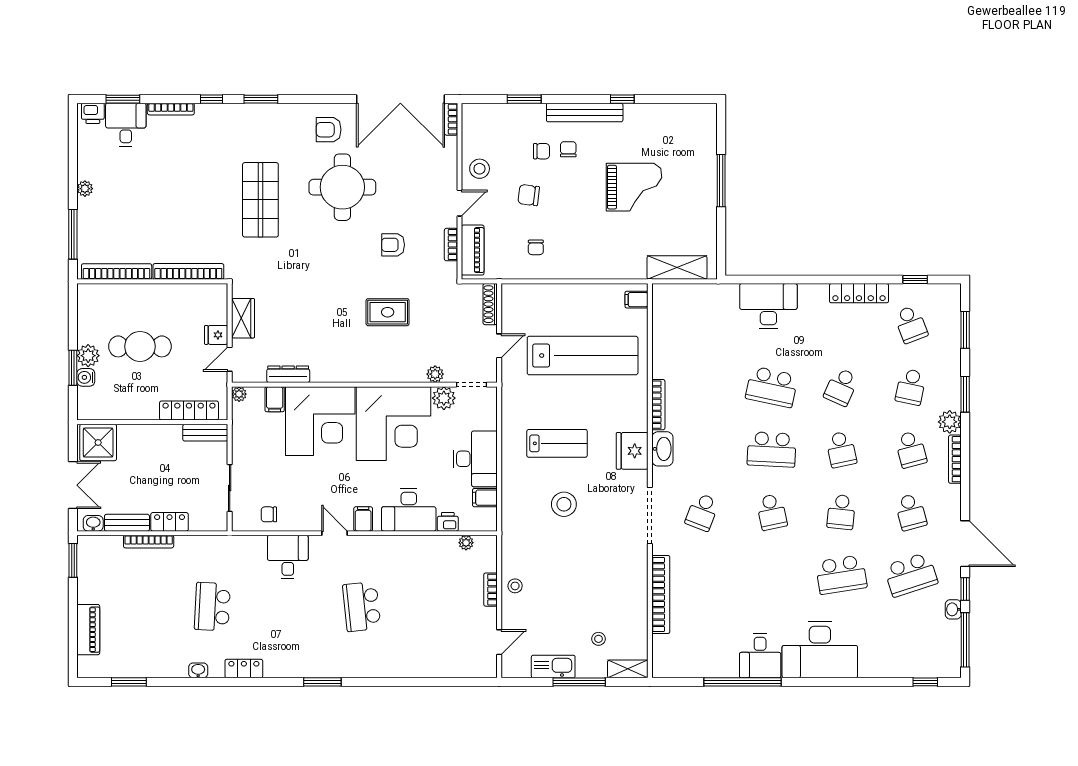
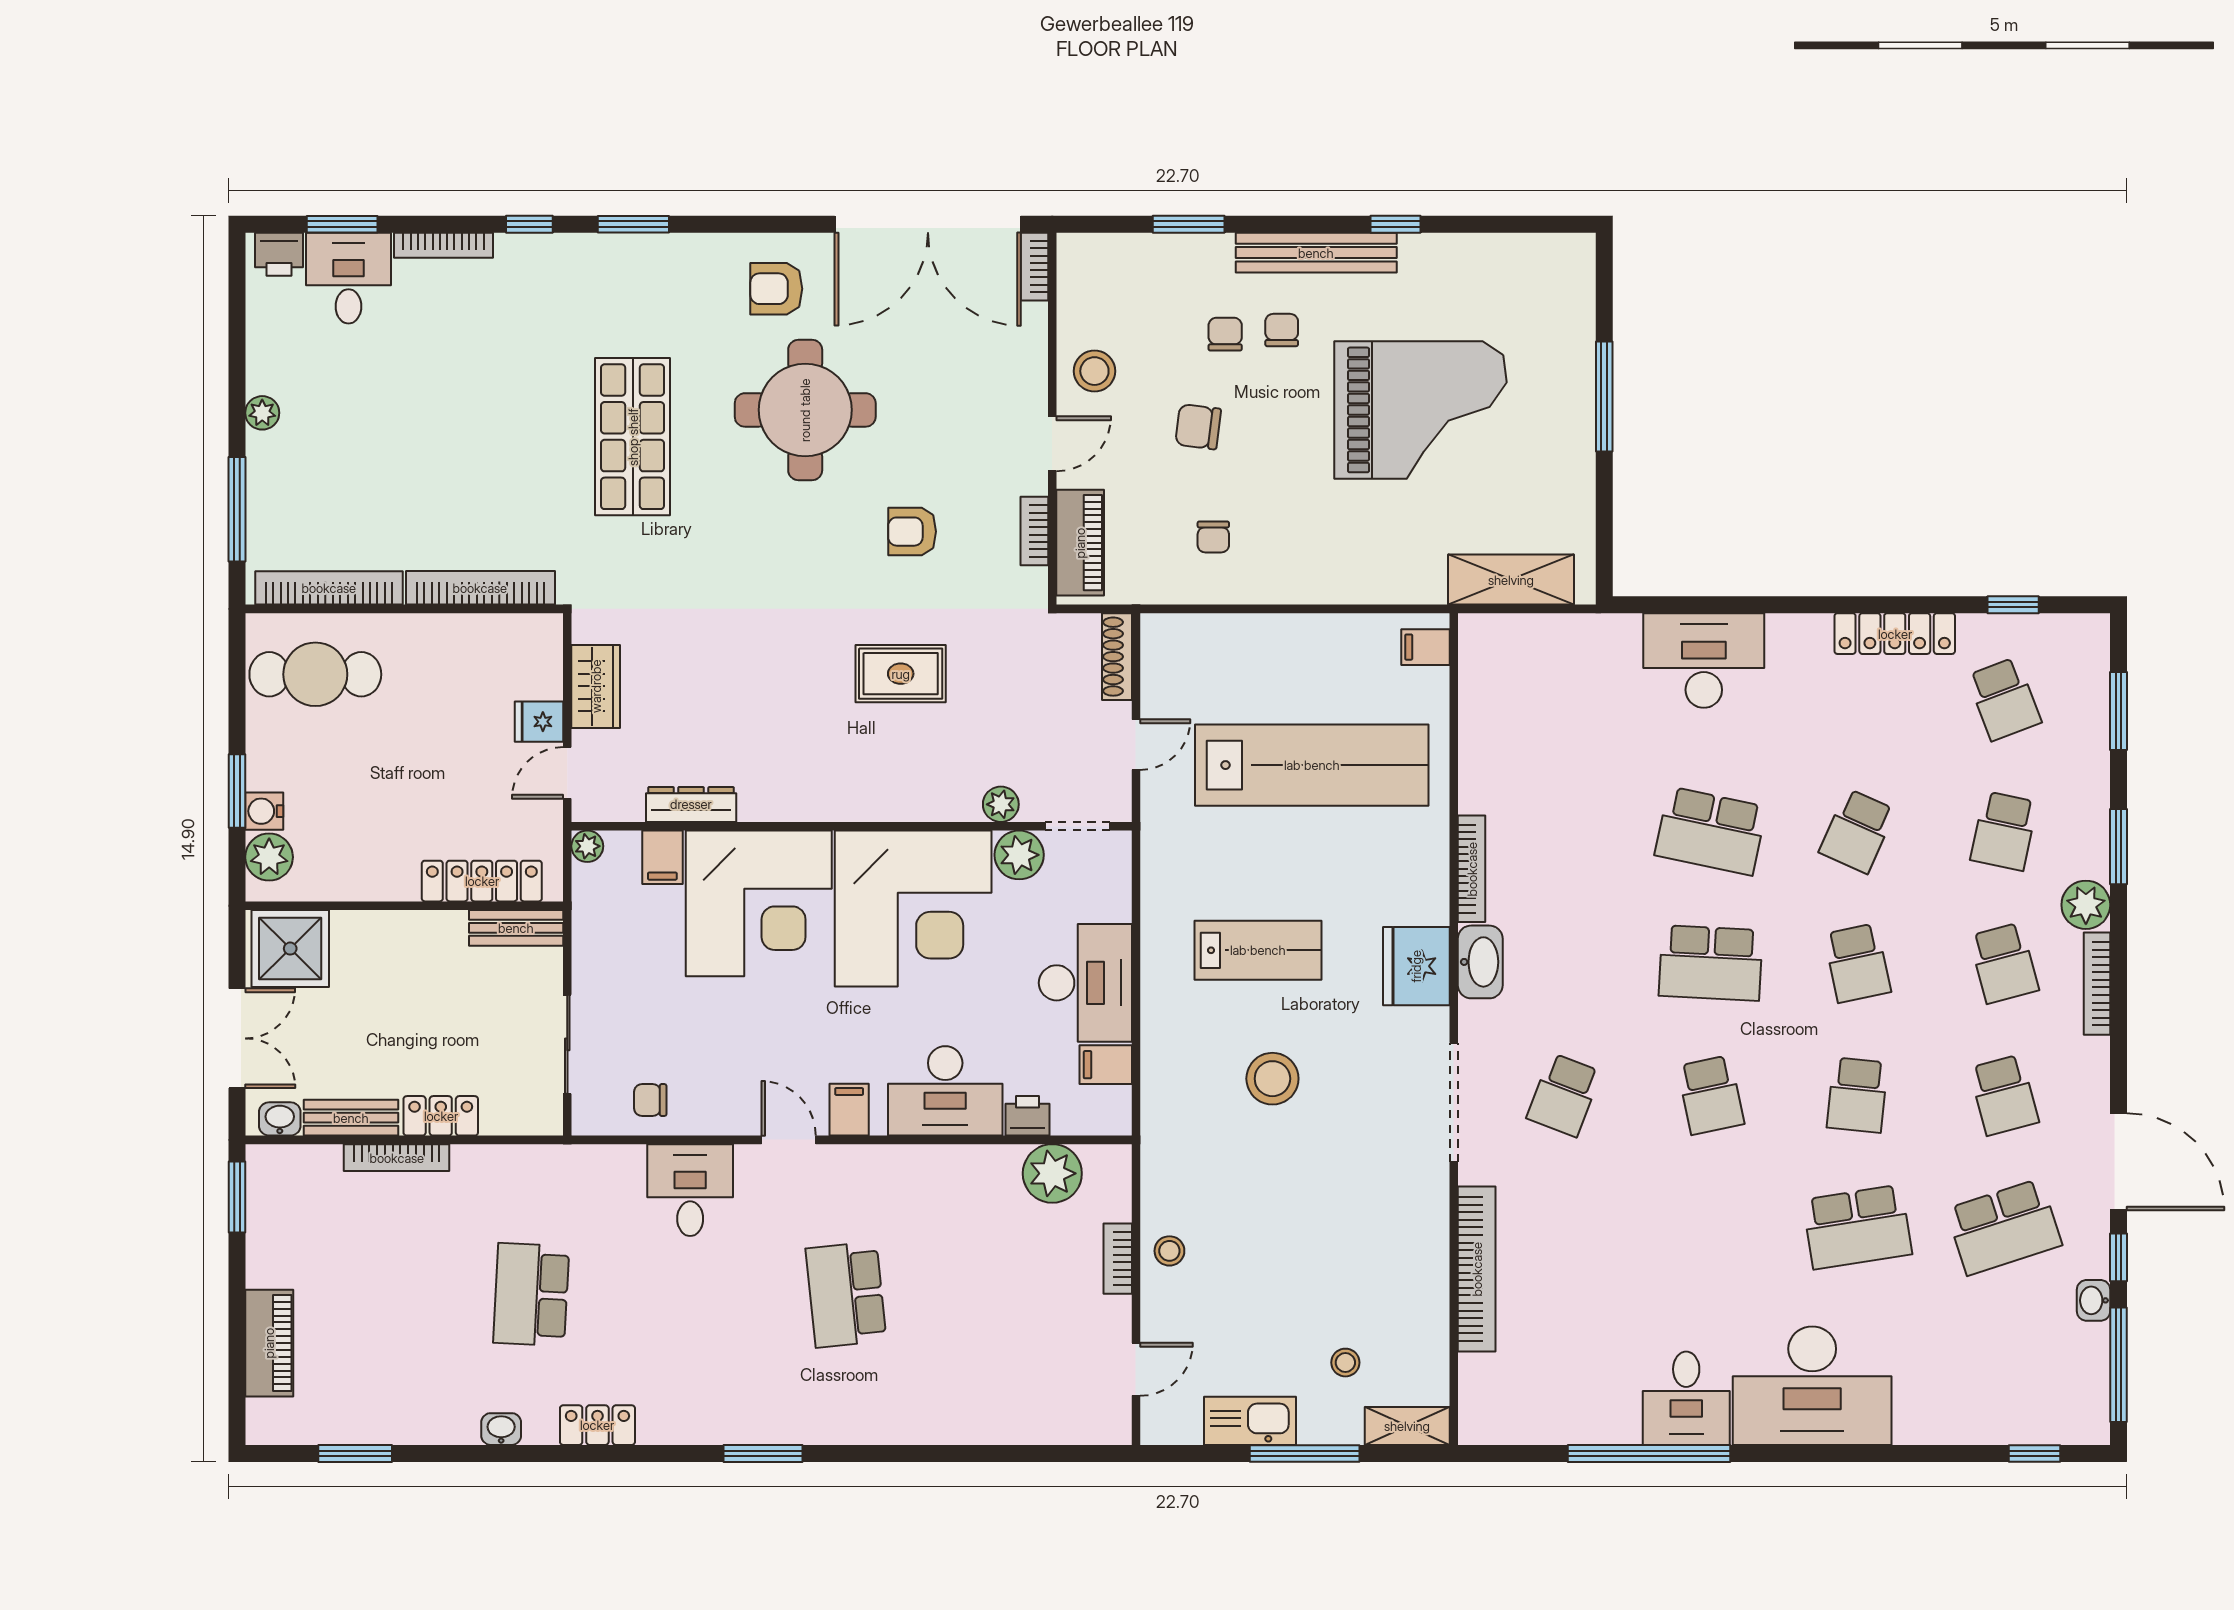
chair: (541, 151) -> (1225, 334), turned -90
grand piano: (634, 187) -> (1420, 410), width x1.37, depth x1.48
cafe table: (140, 346) -> (315, 674), moved
plant: (88, 356) -> (269, 857), moved
plant: (466, 543) -> (1052, 1173), width x1.88, depth x1.88

